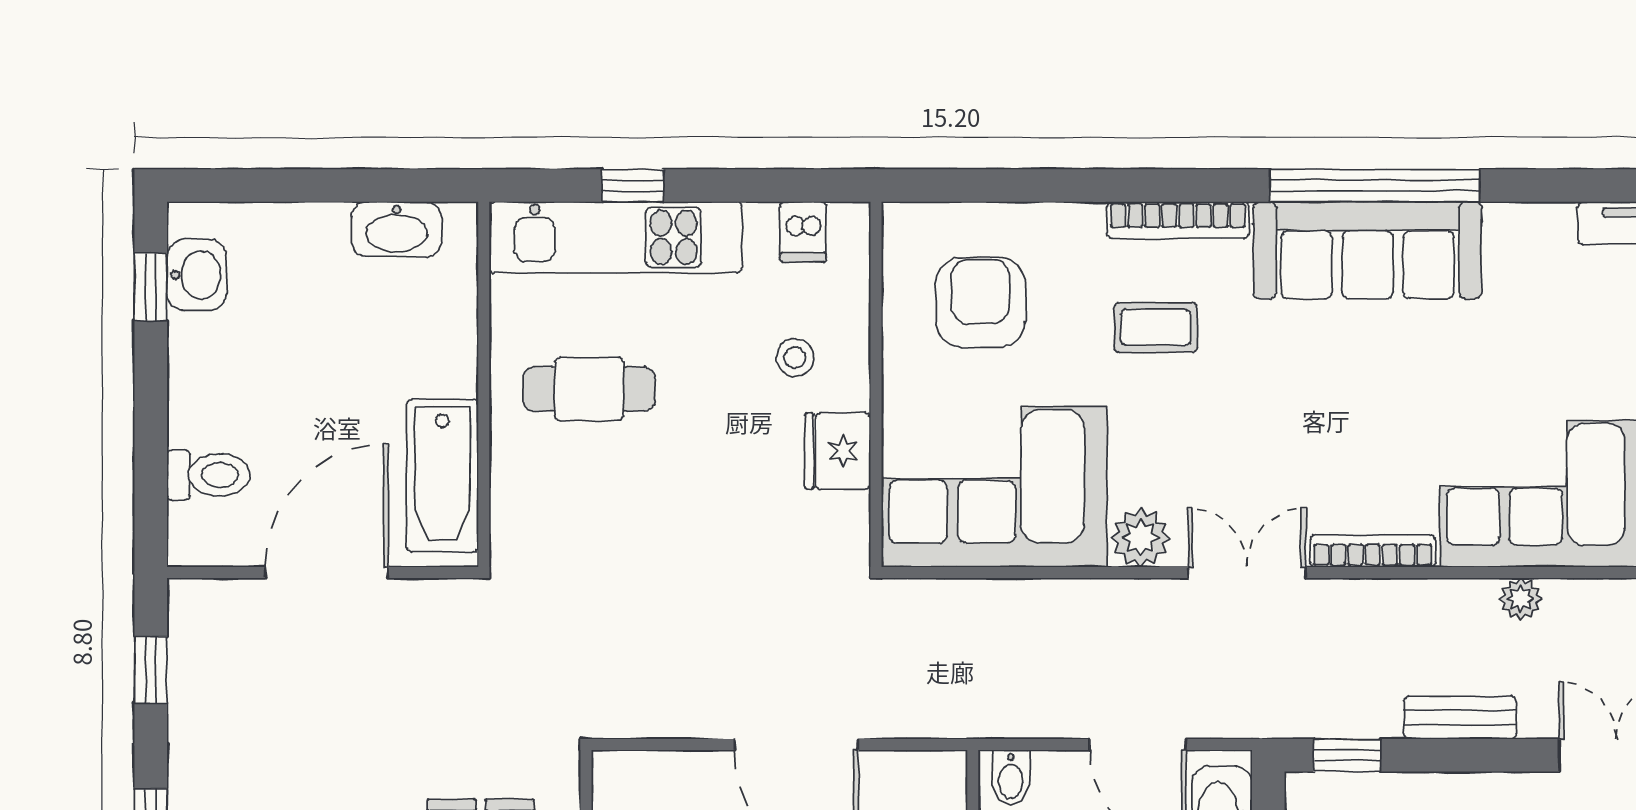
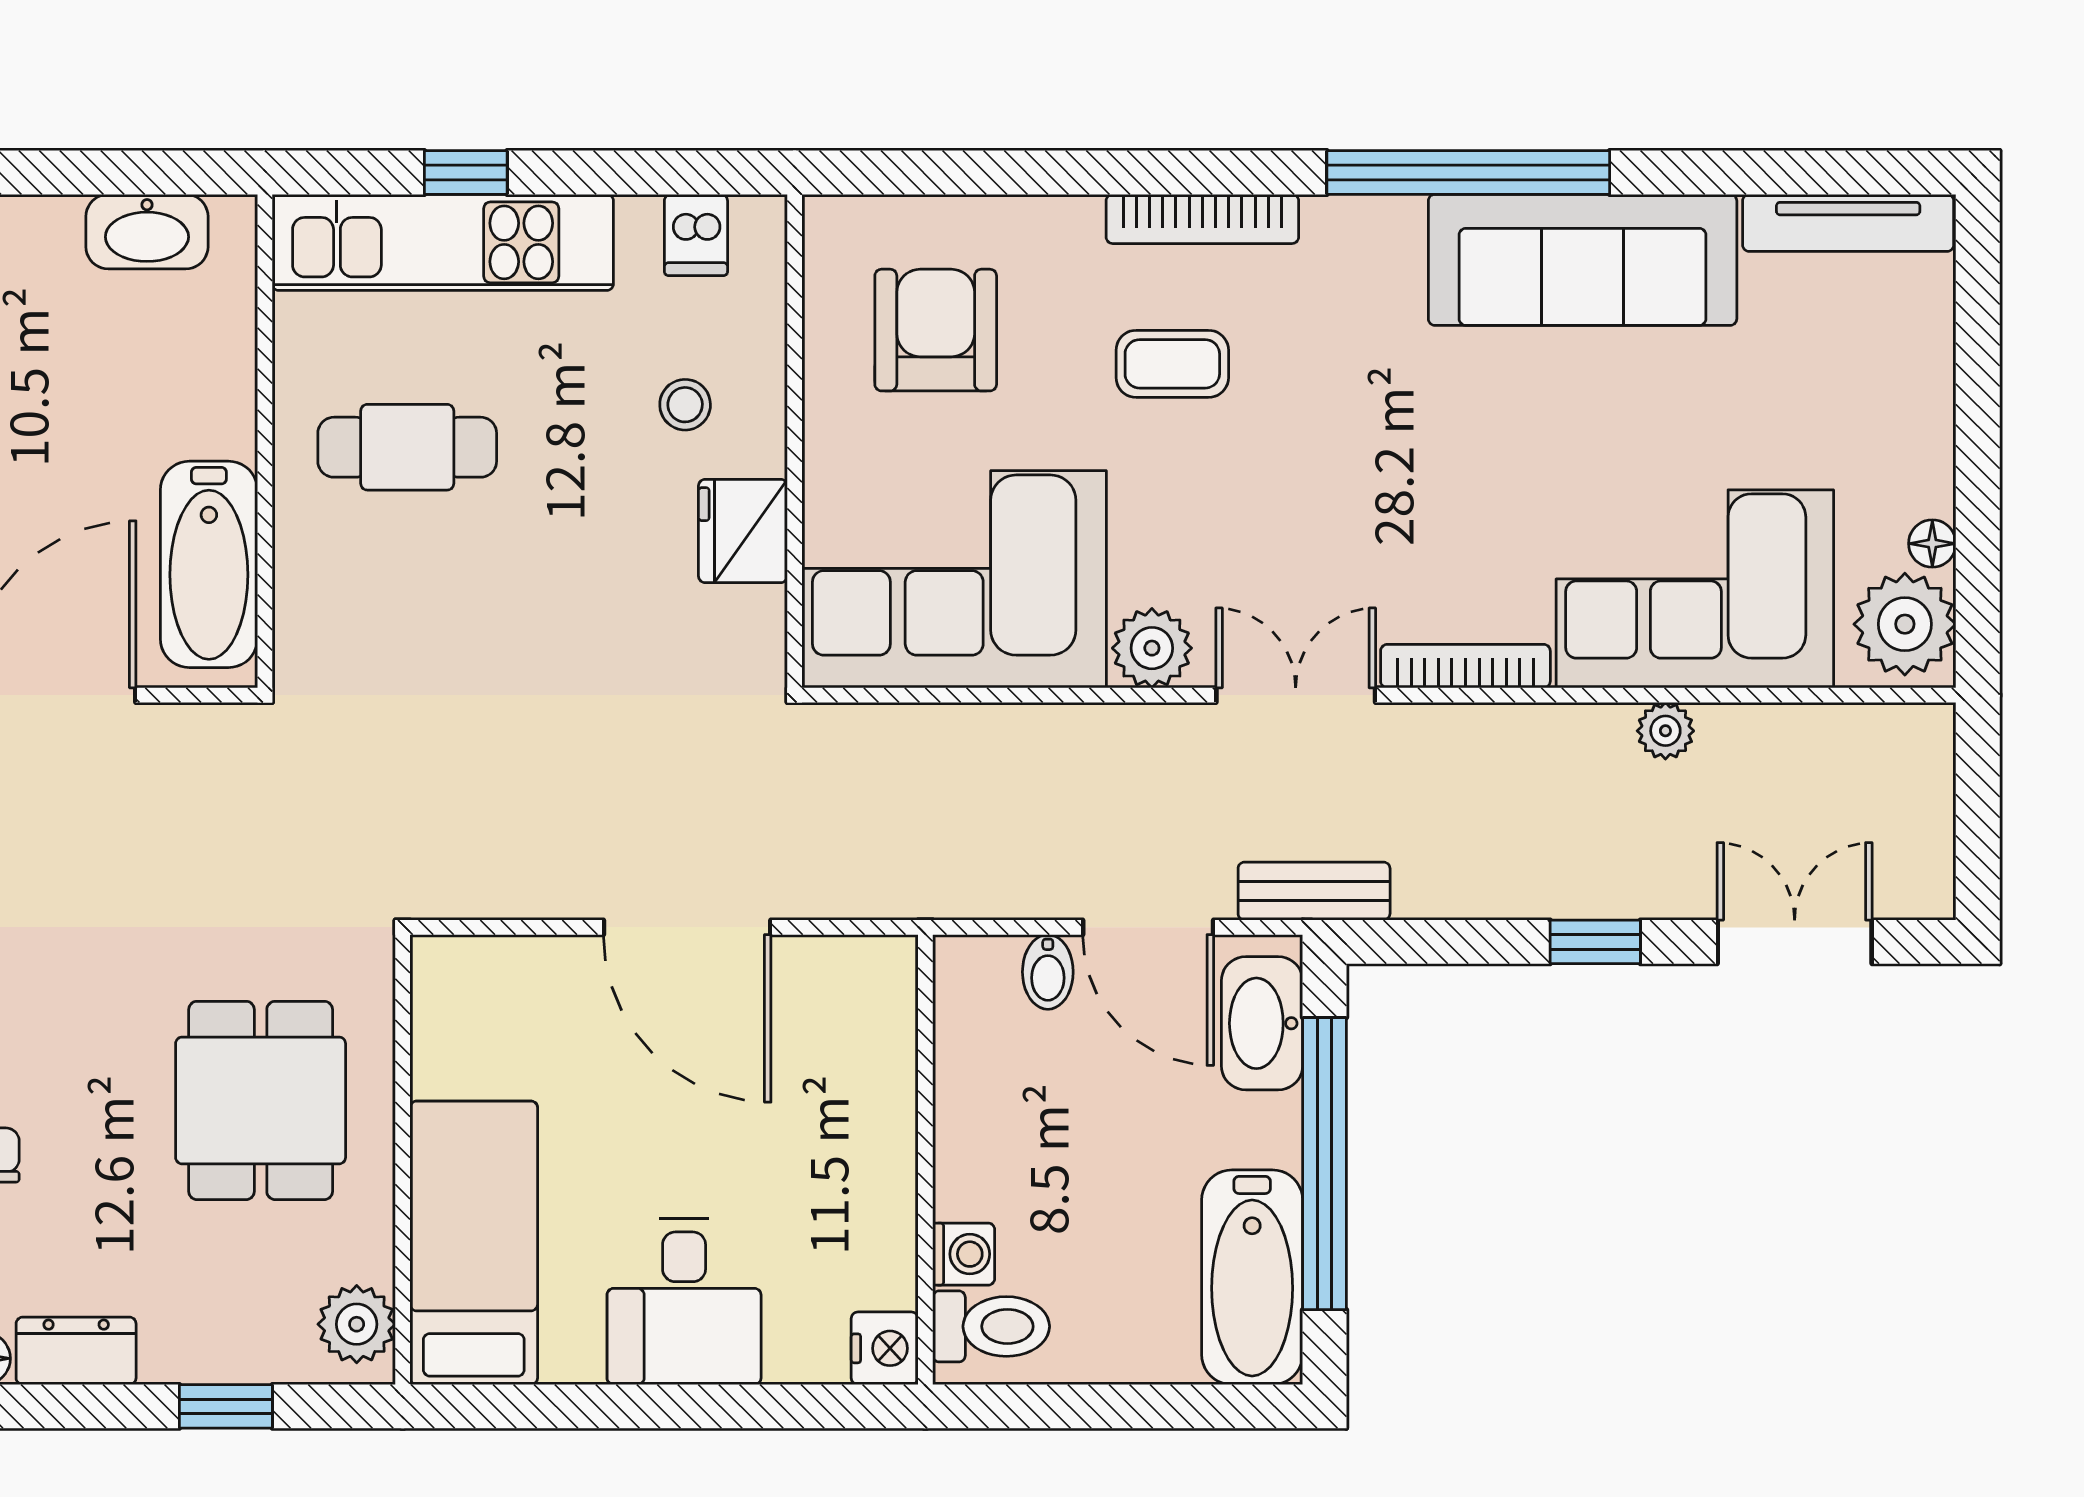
sofa: (1368, 250) -> (1583, 260), moved
bench: (1460, 718) -> (1314, 891), moved
window: (1347, 755) -> (1595, 942), moved
bidet: (1011, 777) -> (1048, 972), moved

